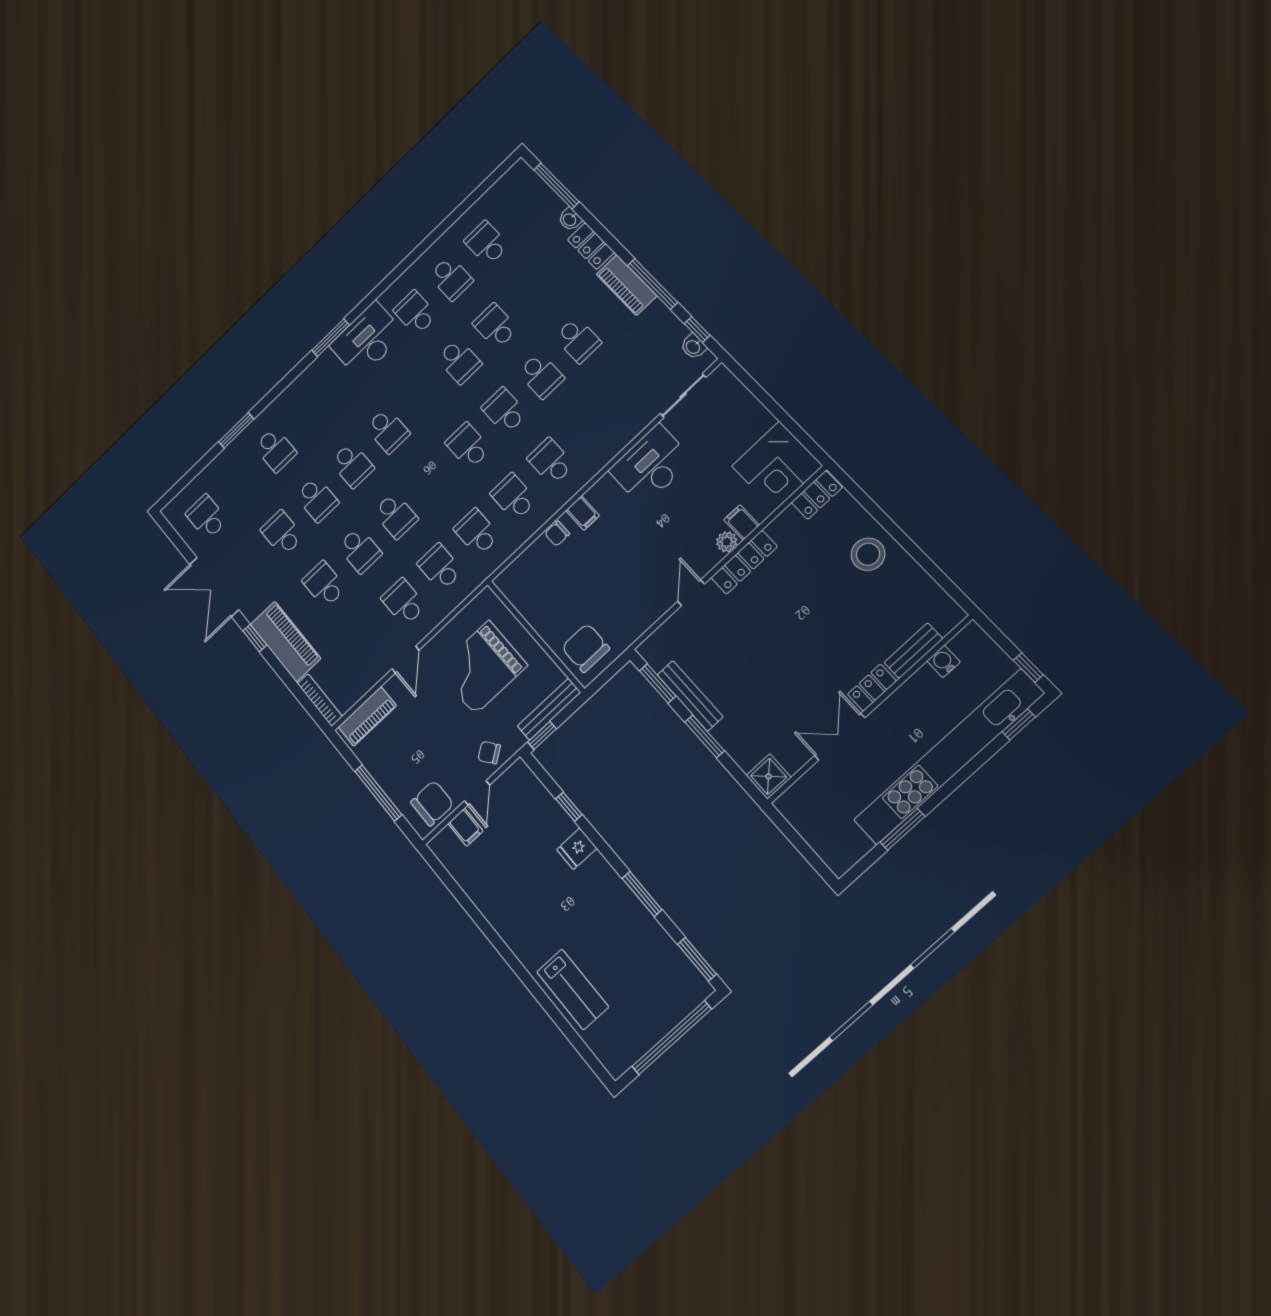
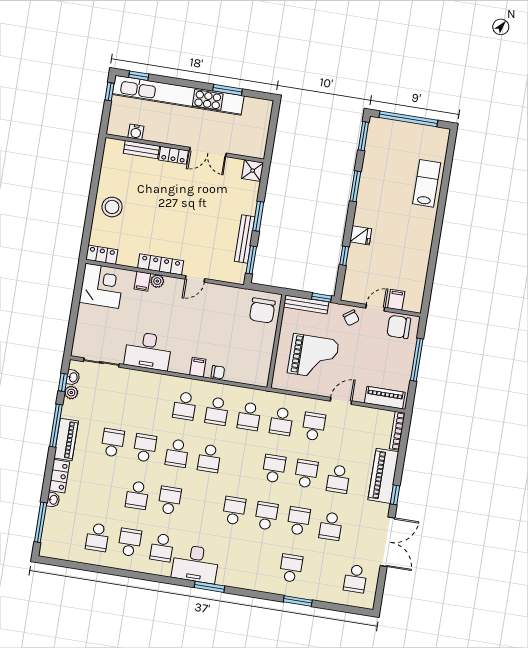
plant: (677, 331) -> (71, 393), added
school desk: (404, 602) -> (314, 427), turned 180

